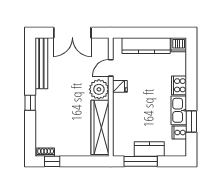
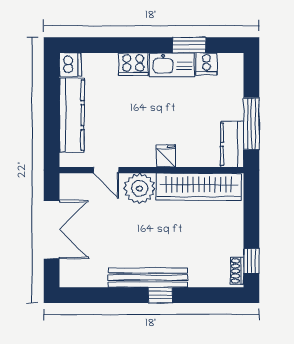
bench: (41, 63) -> (148, 278), moved
fridge: (120, 86) -> (166, 156), moved
kitchen counter: (149, 149) -> (232, 144), moved

